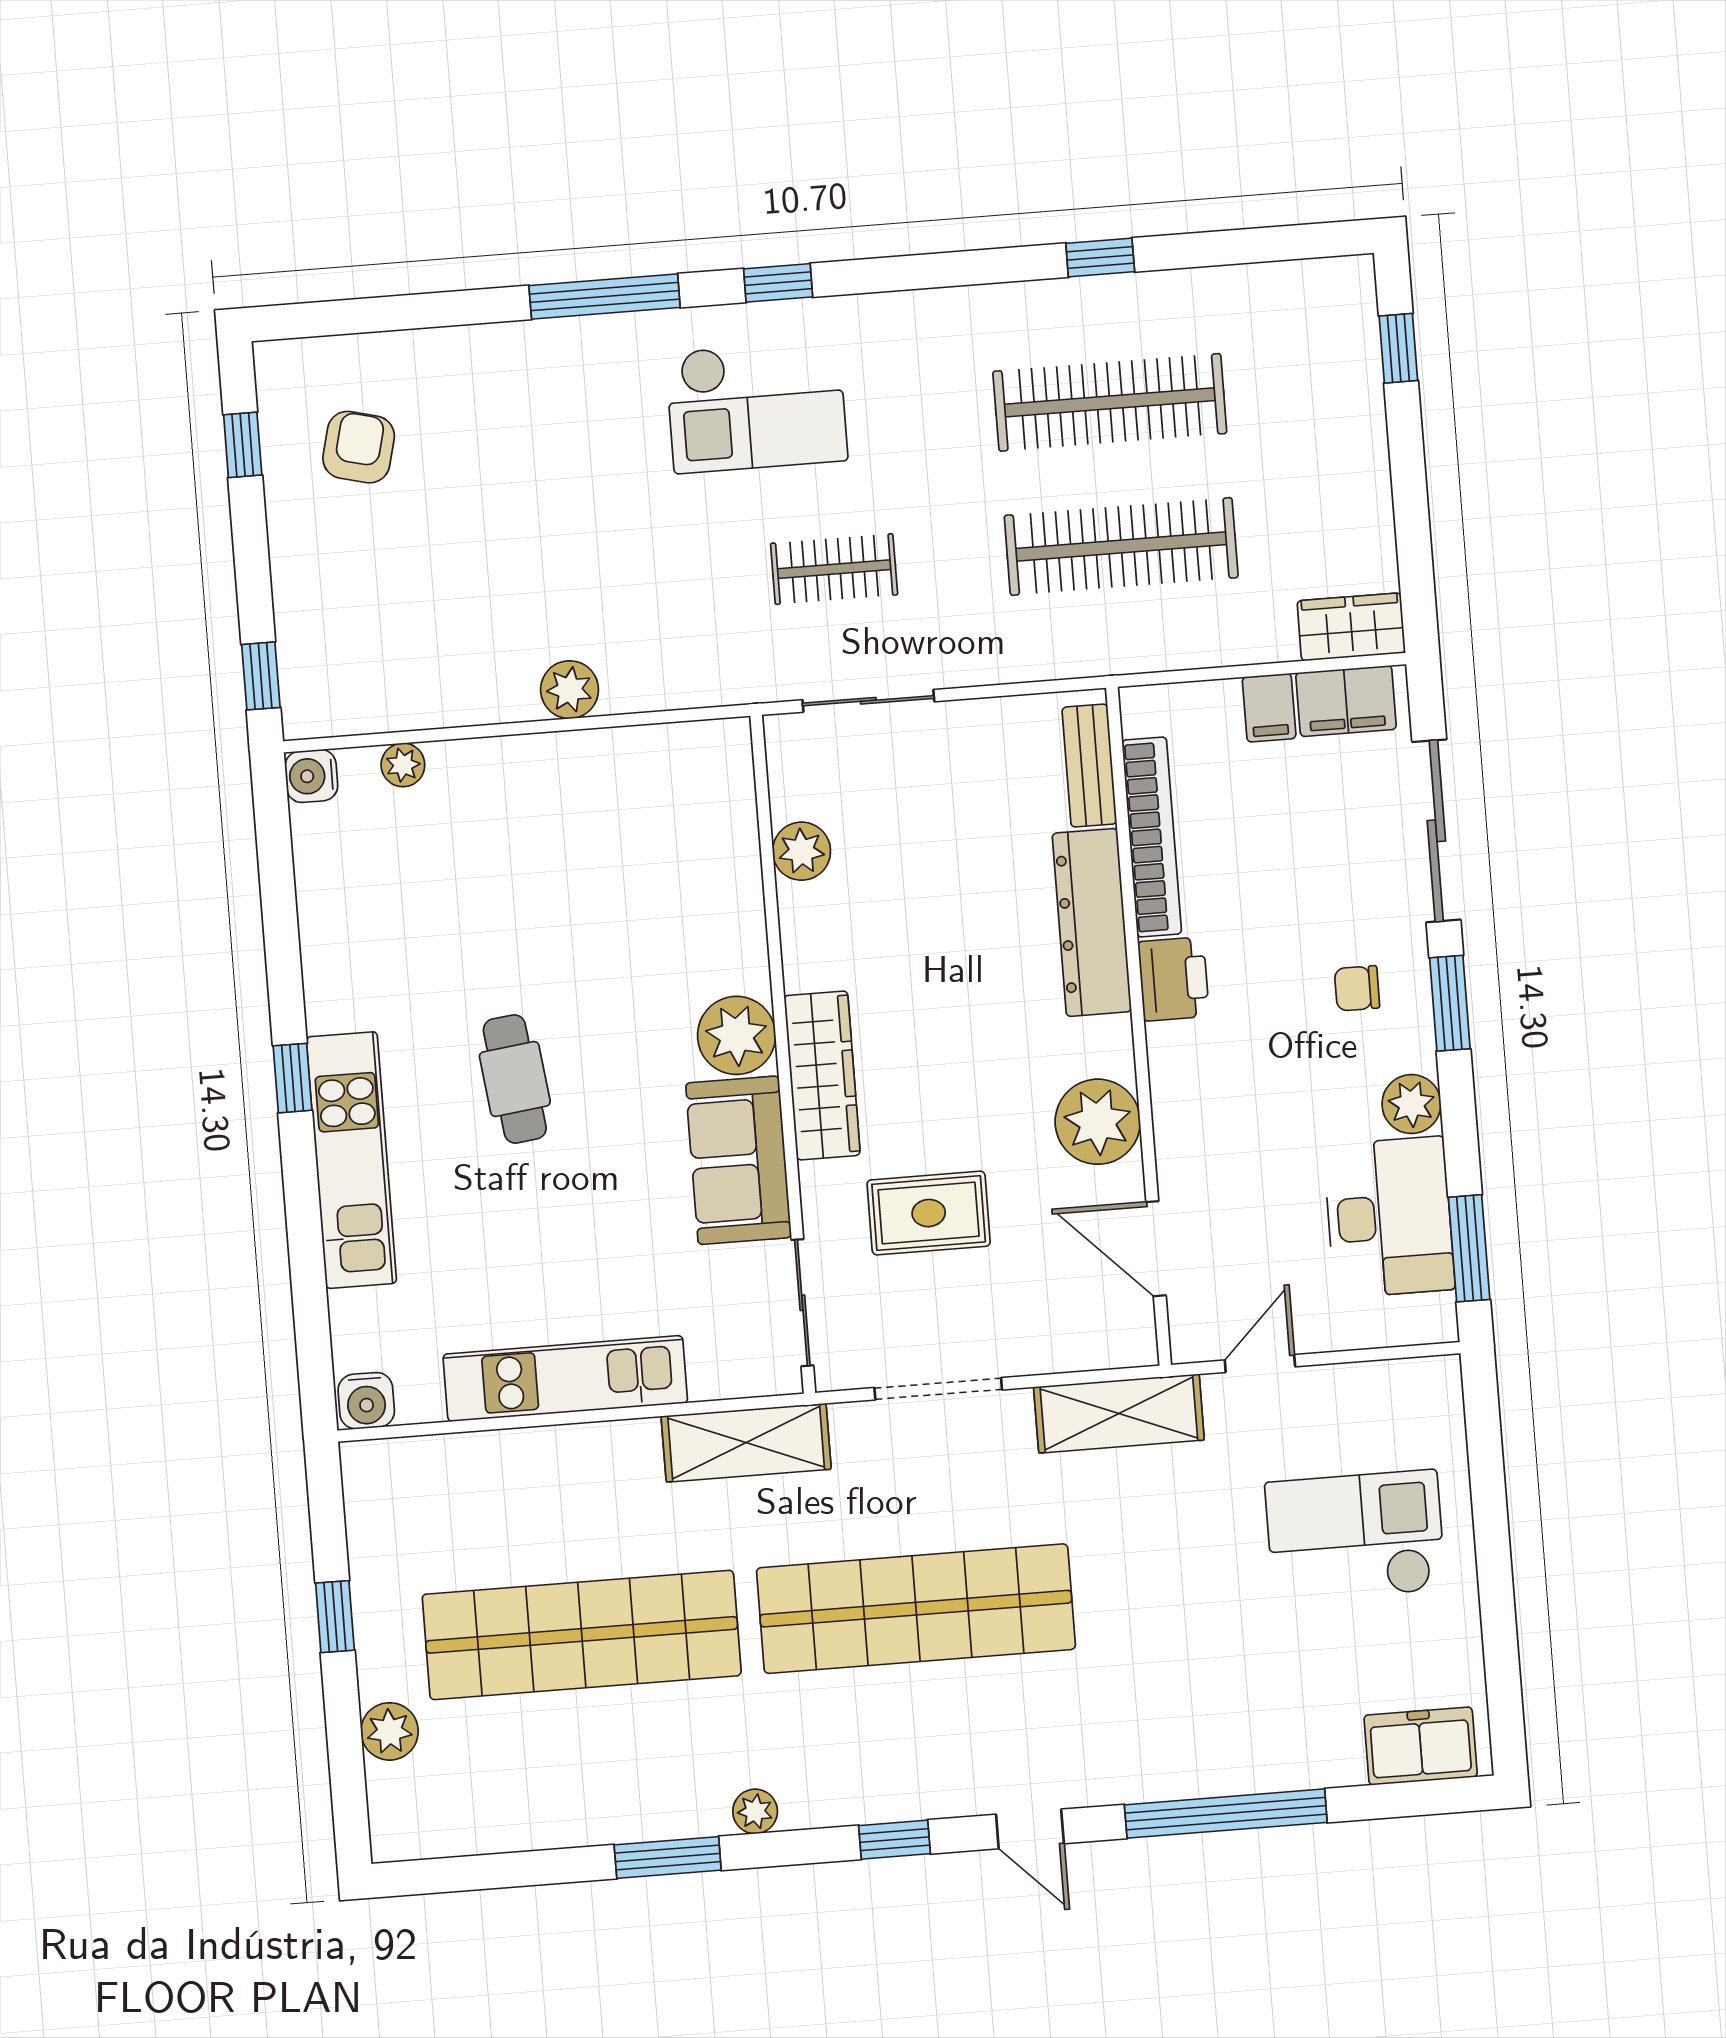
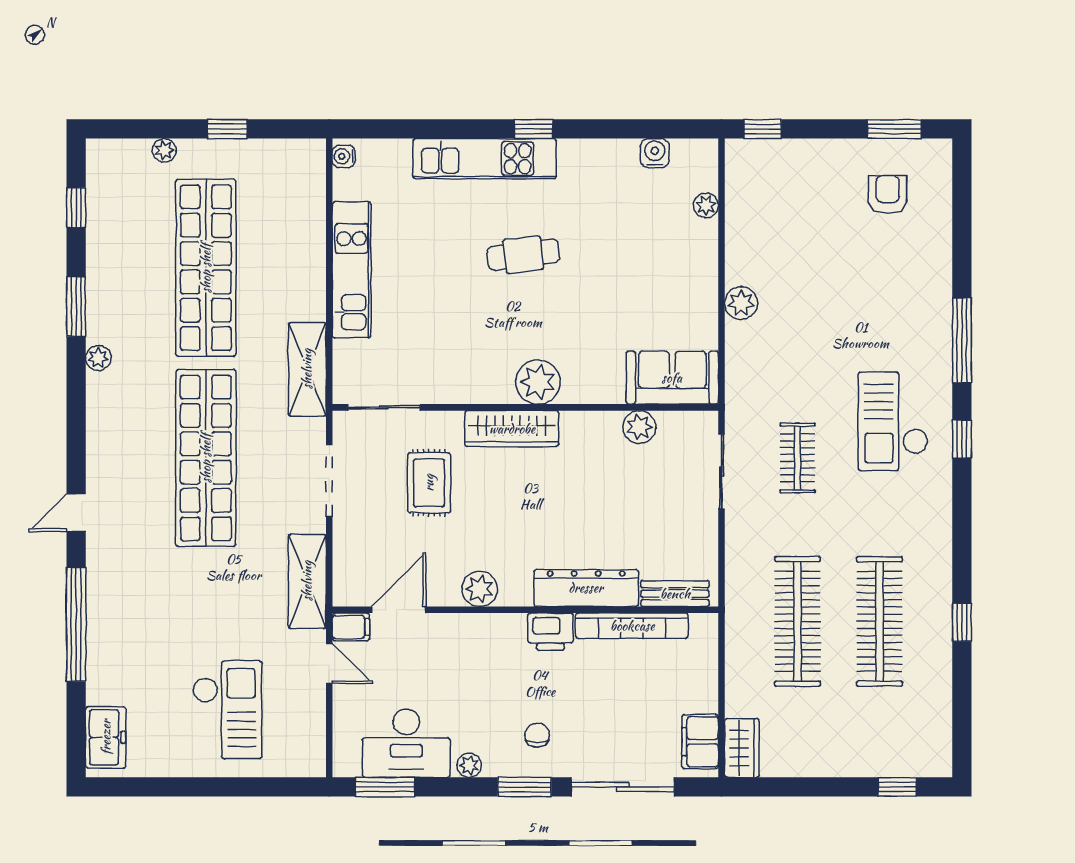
window: (243, 445) -> (894, 129), width x1.50
armchair: (359, 447) -> (888, 194), turned -104
filing cabinet: (1269, 708) -> (351, 627), moved, turned 180
water cooler: (311, 776) -> (655, 153), moved
plant: (1411, 1104) -> (469, 765), width x0.73, depth x0.73
plant: (1098, 1122) -> (480, 589), width x0.73, depth x0.73
sofa: (739, 1160) -> (672, 378), moved
water cooler: (366, 1401) -> (344, 156), width x0.72, depth x0.72
plant: (390, 1731) -> (164, 150), width x0.73, depth x0.73
window: (894, 1840) -> (76, 208), moved

